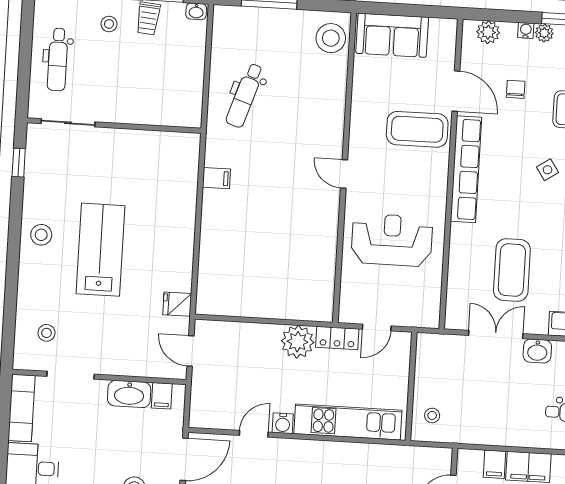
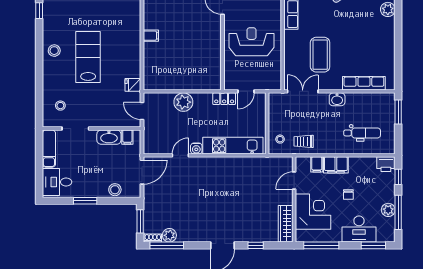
filing cabinet: (216, 178) -> (151, 36), moved
double door: (496, 335) -> (303, 91), moved
plant: (298, 342) -> (183, 102), moved
trolley: (474, 422) -> (304, 141), added

